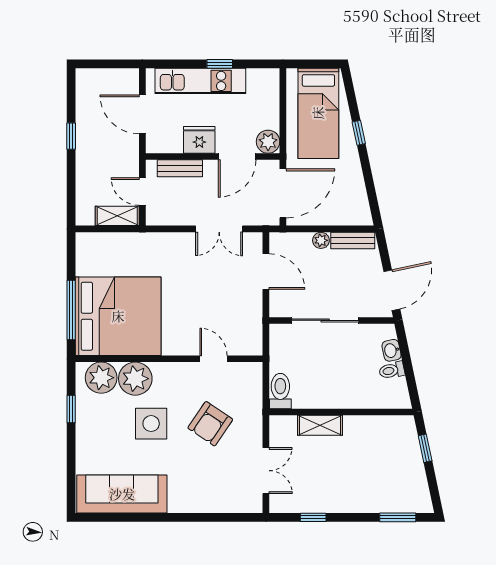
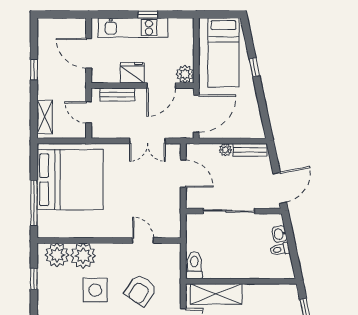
shelving: (117, 216) -> (45, 117), moved, turned 90
bed: (118, 316) -> (70, 180), moved
shelving: (320, 425) -> (216, 294), width x1.50, depth x1.33

